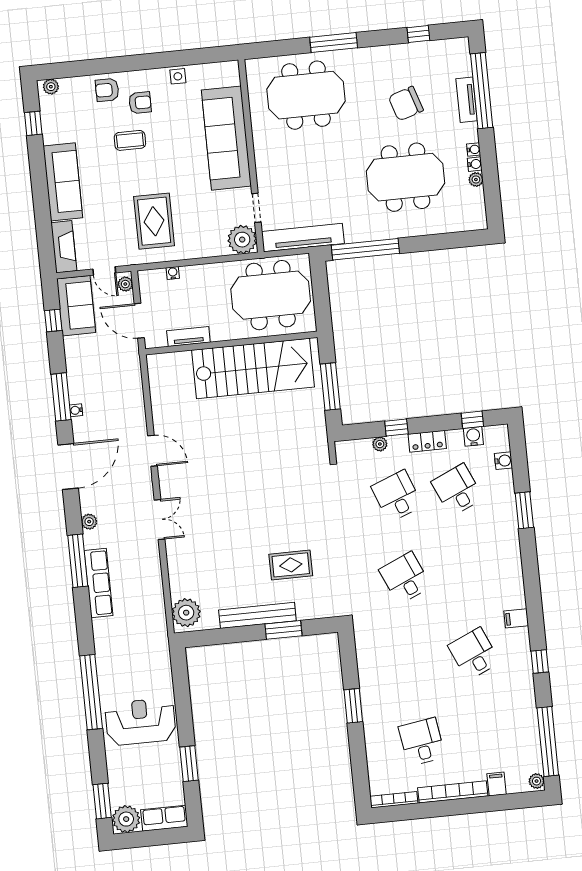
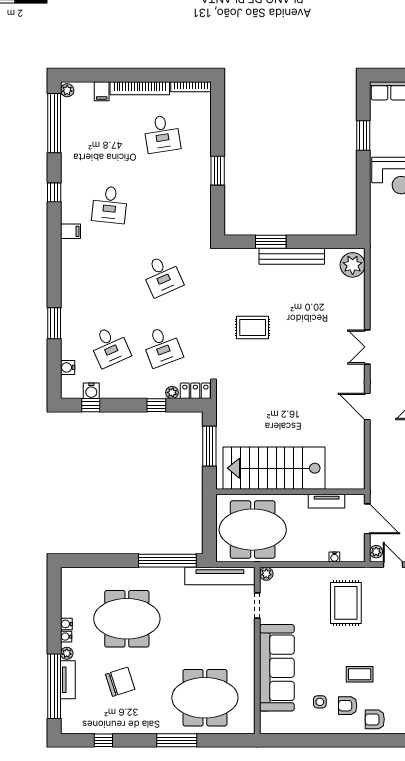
side table: (178, 76) -> (320, 702), moved
armchair: (107, 90) -> (375, 719), turned 180
plant: (476, 180) -> (67, 653), moved
plant: (242, 240) -> (266, 574), width x0.53, depth x0.53
locker: (427, 441) -> (195, 391), moved
rug: (291, 565) -> (253, 328), moved
desk: (474, 654) -> (110, 205), turned 30

